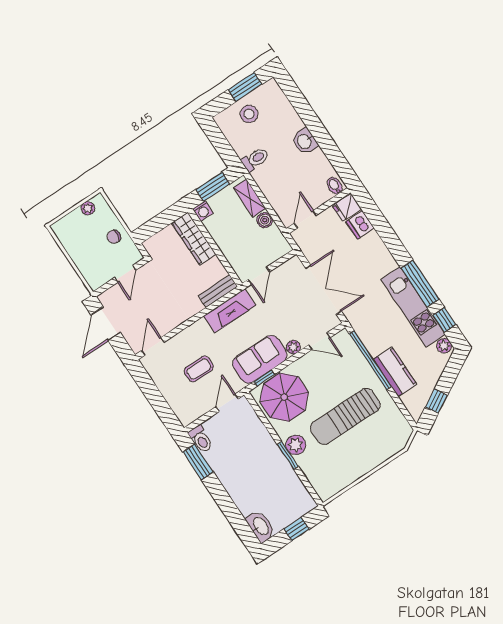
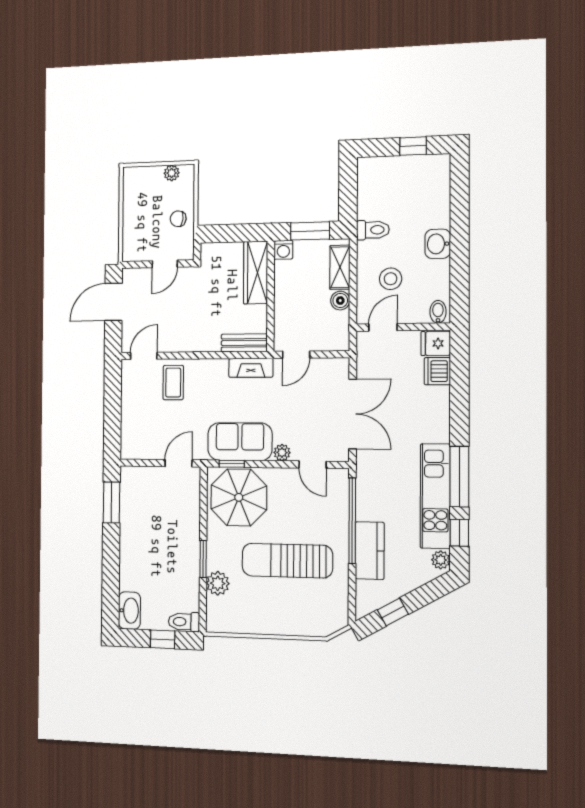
window: (245, 87) -> (413, 146), width x0.67
stool: (249, 114) -> (391, 279), moved
fireplace: (230, 311) -> (251, 368), width x0.73, depth x0.76
coffee table: (199, 369) -> (173, 383), moved, turned 90
toilet: (201, 439) -> (184, 622), moved, turned 90
plant: (296, 445) -> (218, 583), moved

